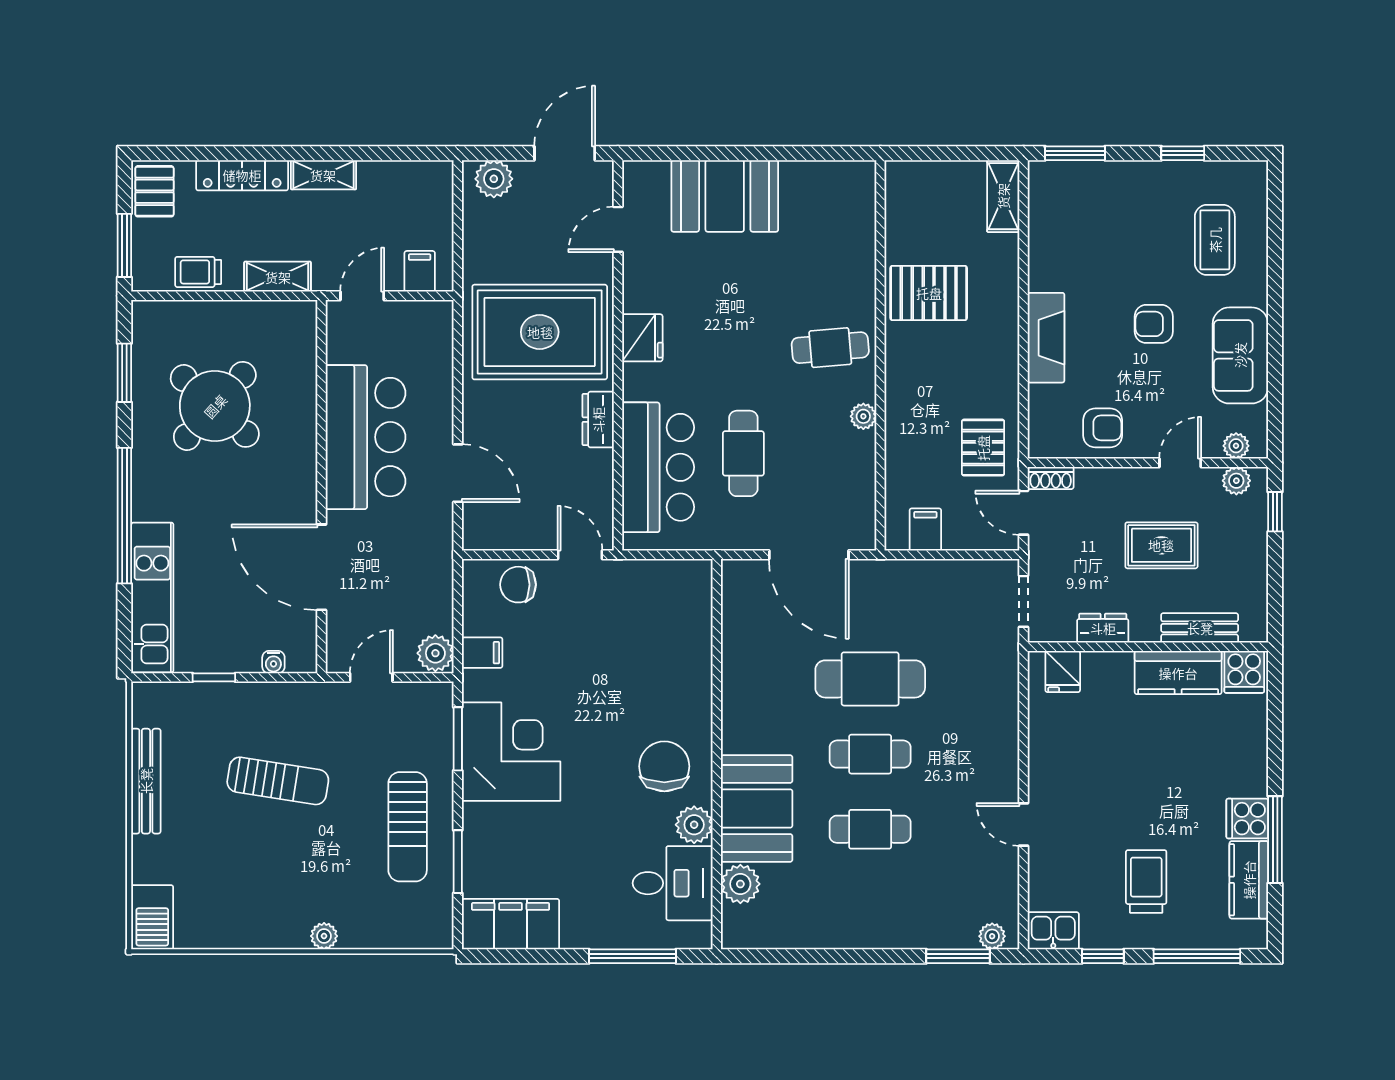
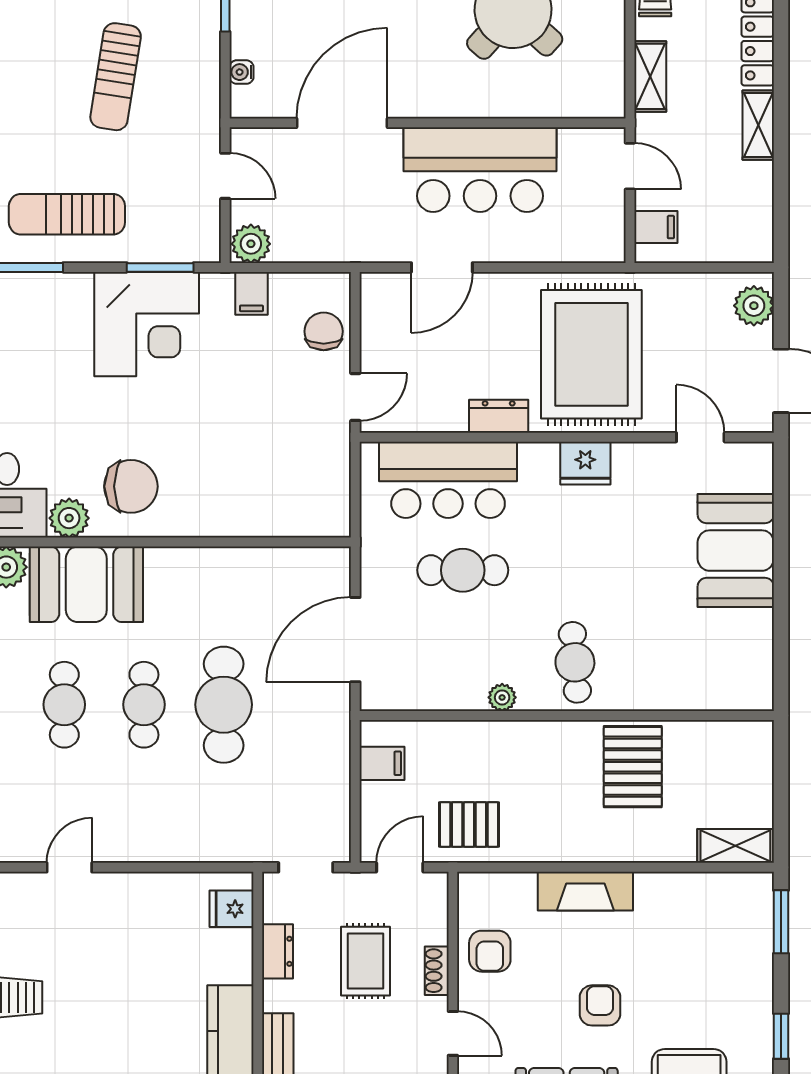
shoe rack: (1051, 478) -> (437, 971), moved
rug: (1161, 545) -> (365, 961), moved

